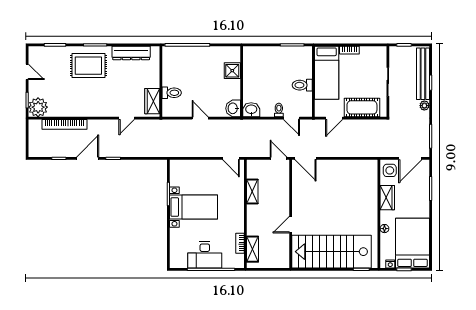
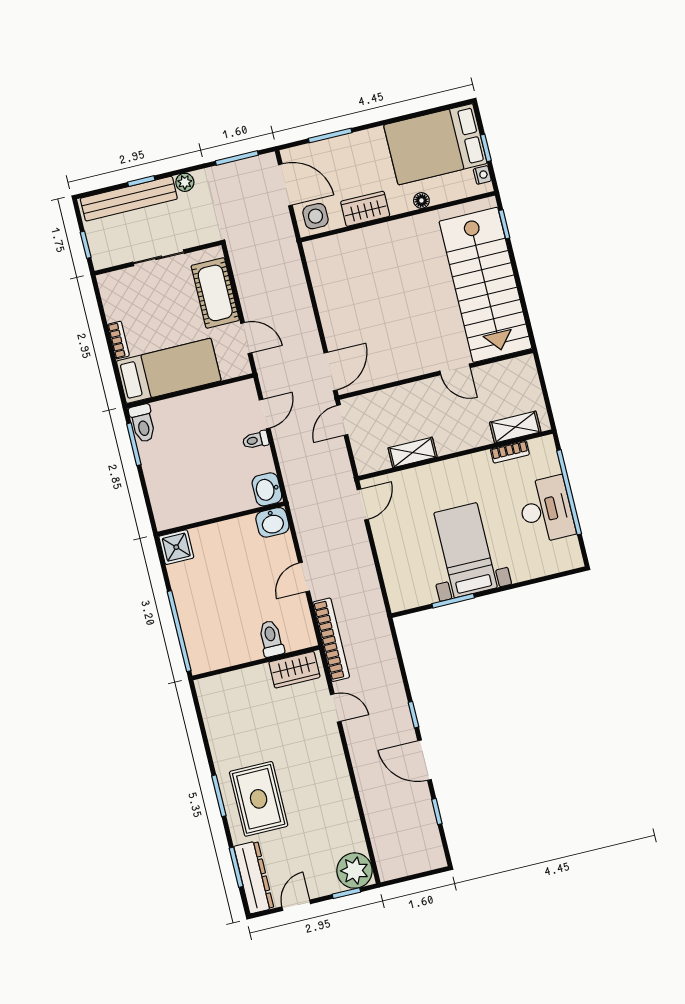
dresser: (131, 53) -> (254, 877), moved
shower: (232, 71) -> (176, 547), moved
toilet: (302, 85) -> (143, 423), moved
bookcase: (64, 124) -> (331, 640), moved

